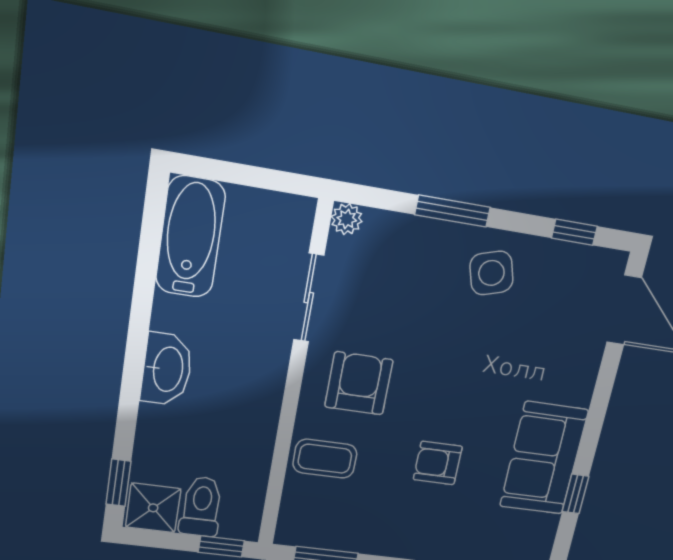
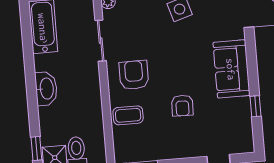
sofa: (544, 458) -> (231, 69), moved
armchair: (438, 463) -> (182, 105), turned -89

